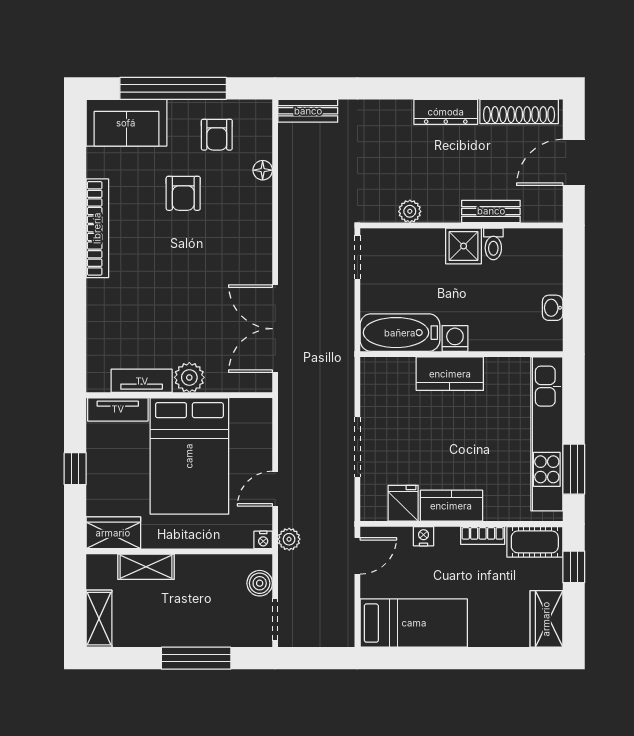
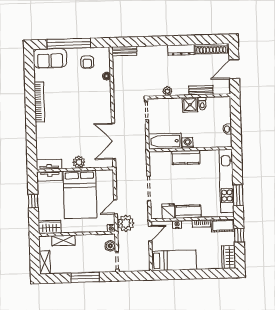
armchair: (183, 193) -> (74, 87), removed
tv unit: (142, 381) -> (49, 164), moved
plant: (289, 539) -> (126, 223), width x1.87, depth x1.87

